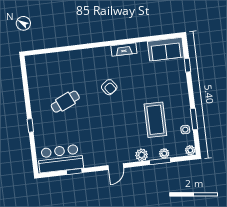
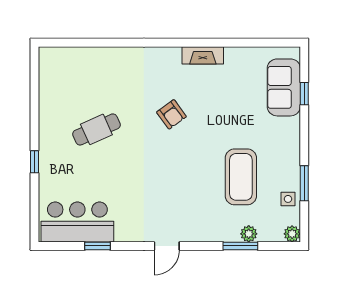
sofa: (166, 49) -> (284, 87), moved, turned 90
plant: (142, 155) -> (211, 232), removed

